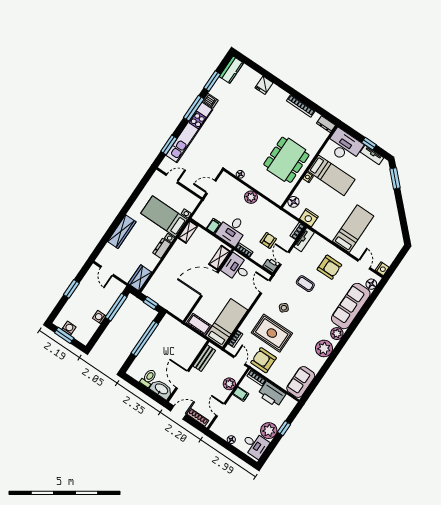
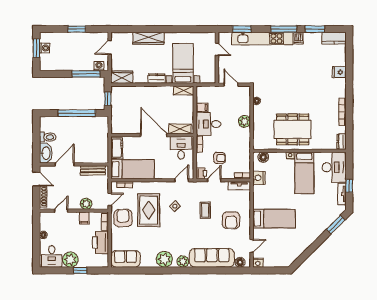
washing machine: (99, 317) -> (99, 66), moved

